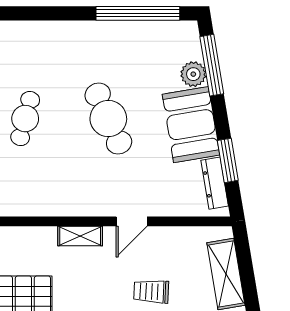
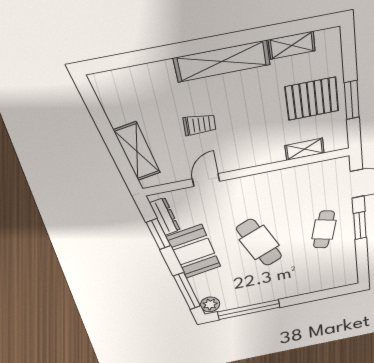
plant: (193, 74) -> (210, 304), moved
door: (132, 221) -> (206, 180), moved
shelving: (80, 236) -> (305, 149), moved

